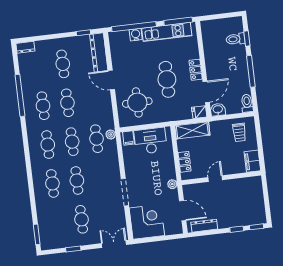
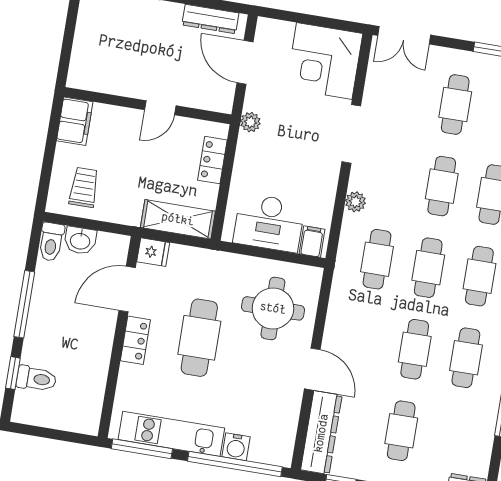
washbasin: (218, 110) -> (80, 241), moved
plant: (111, 134) -> (356, 202), moved

